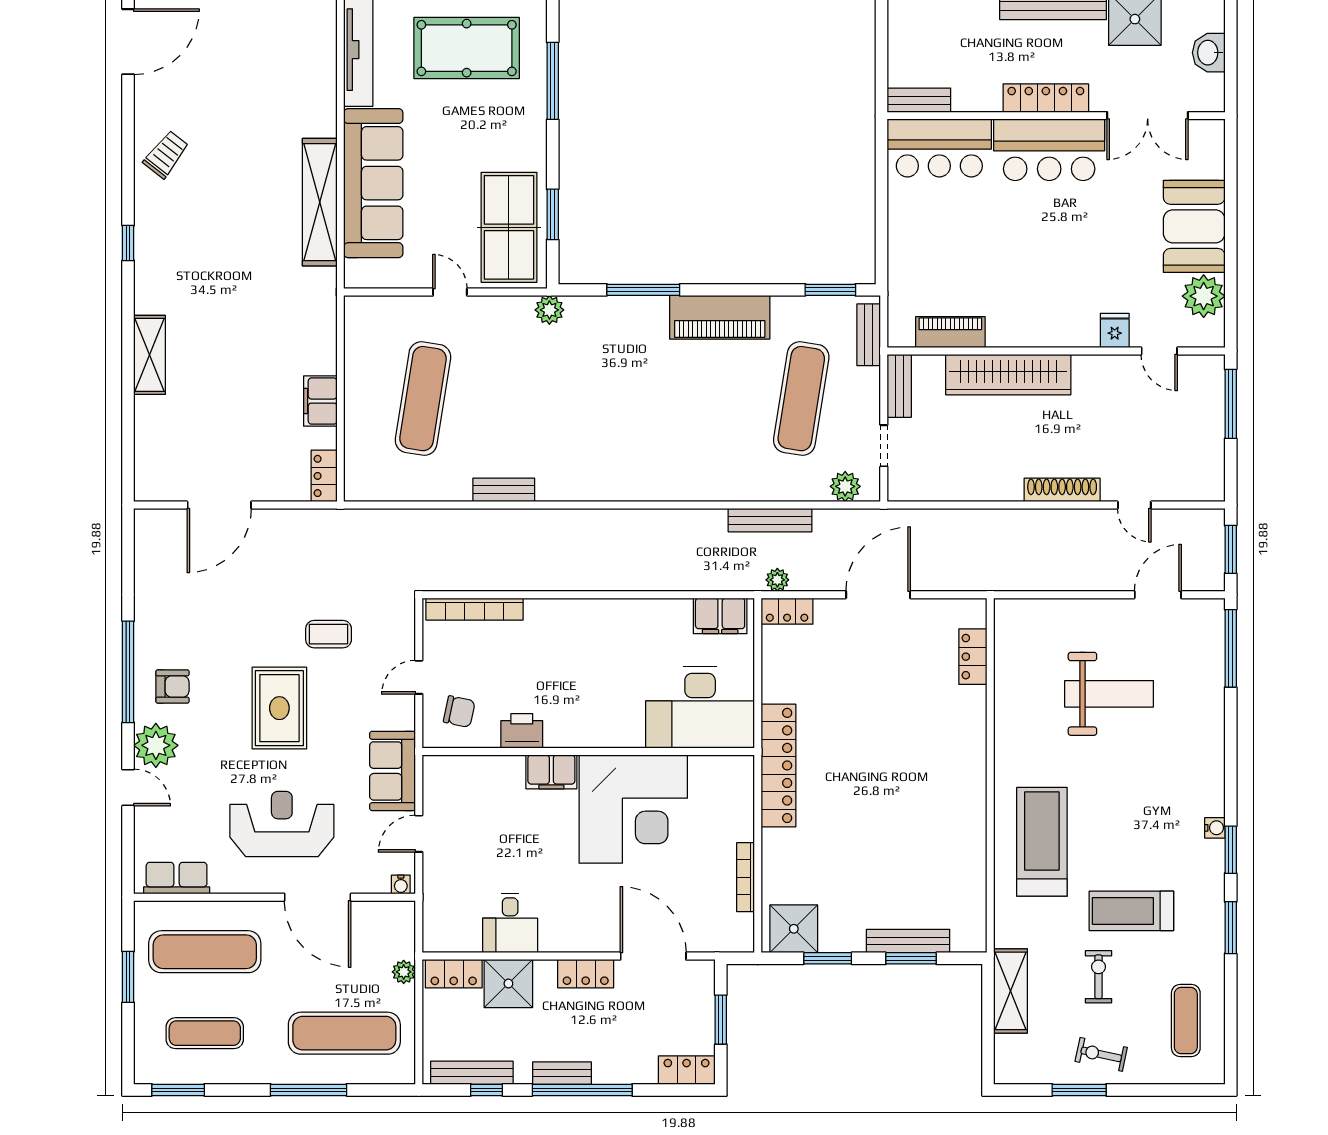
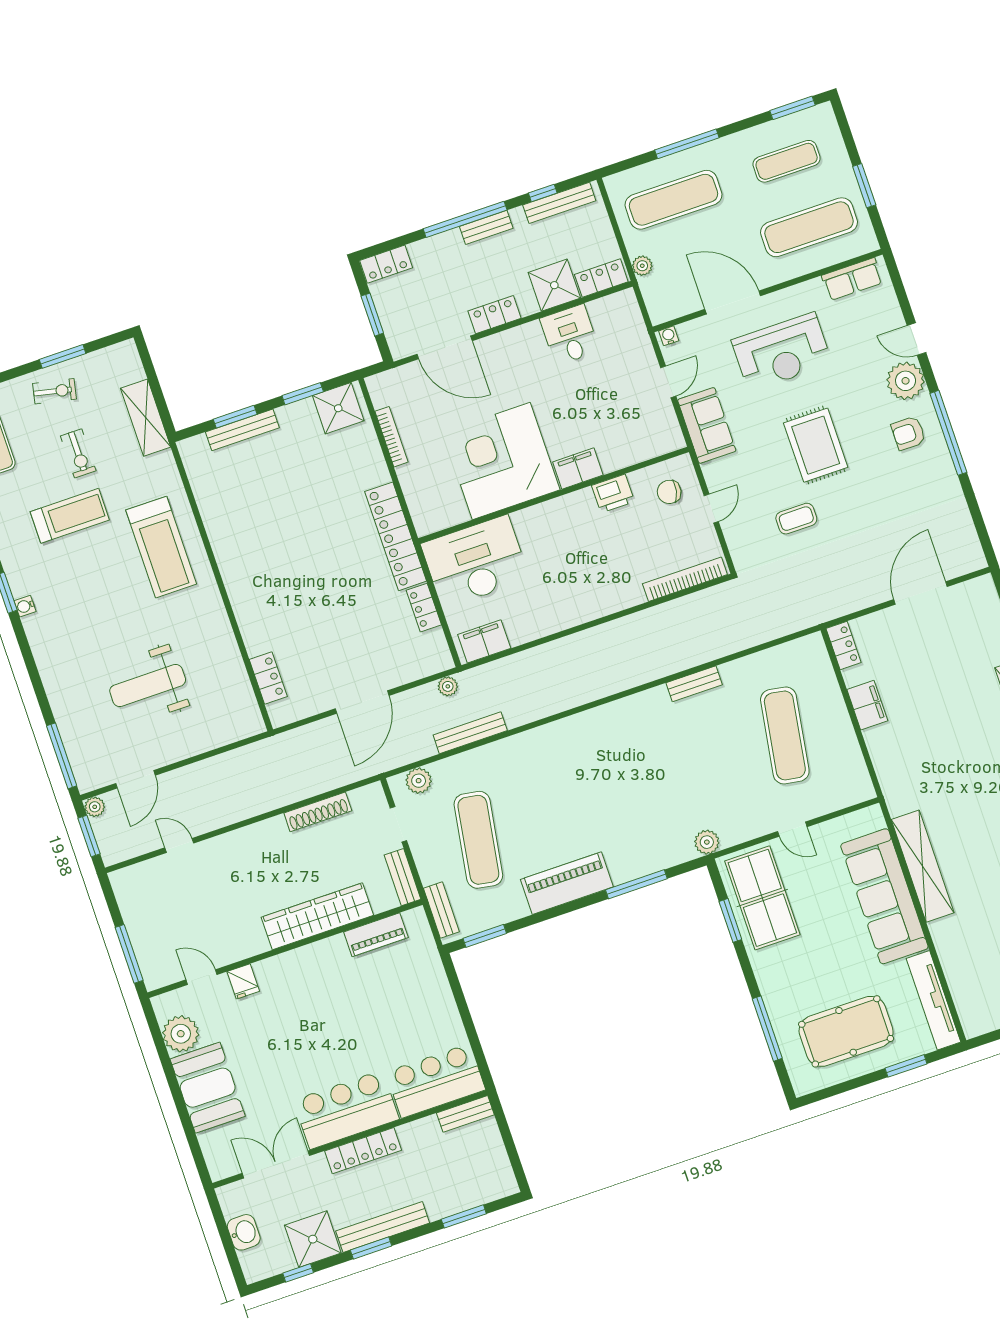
shoe rack: (1062, 490) -> (318, 812), moved
plant: (1213, 580) -> (95, 807), added
locker: (787, 611) -> (424, 608), moved, turned -90

